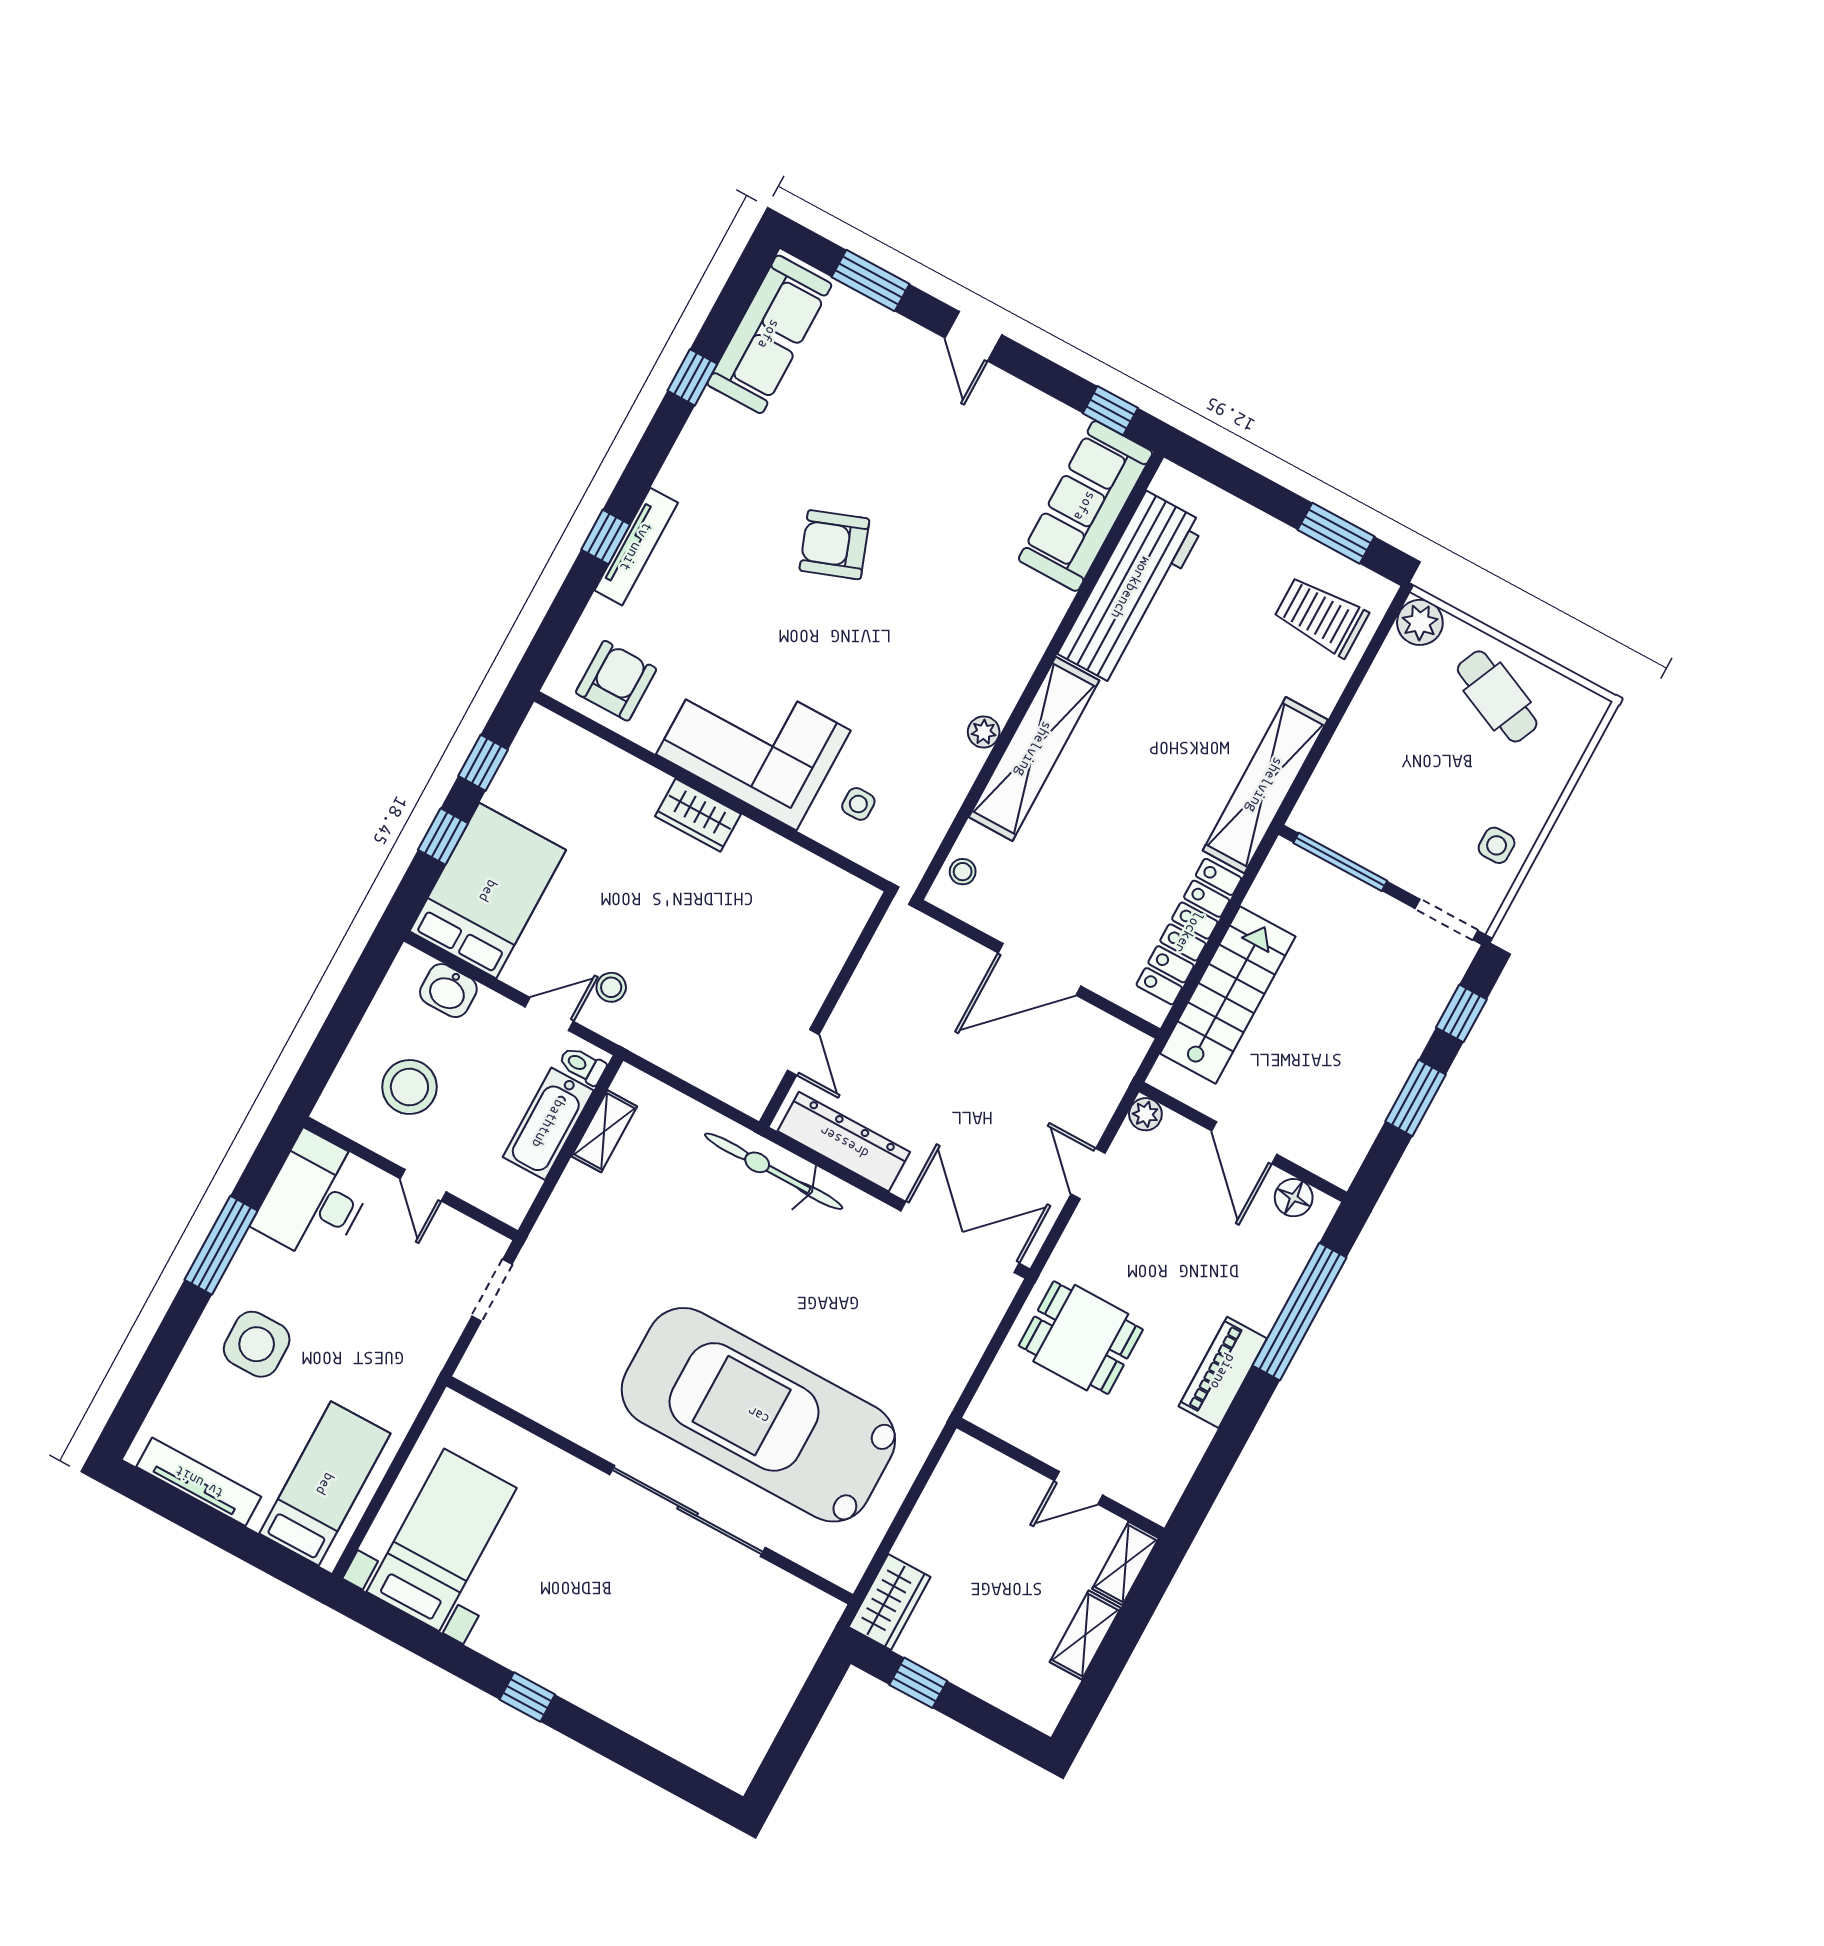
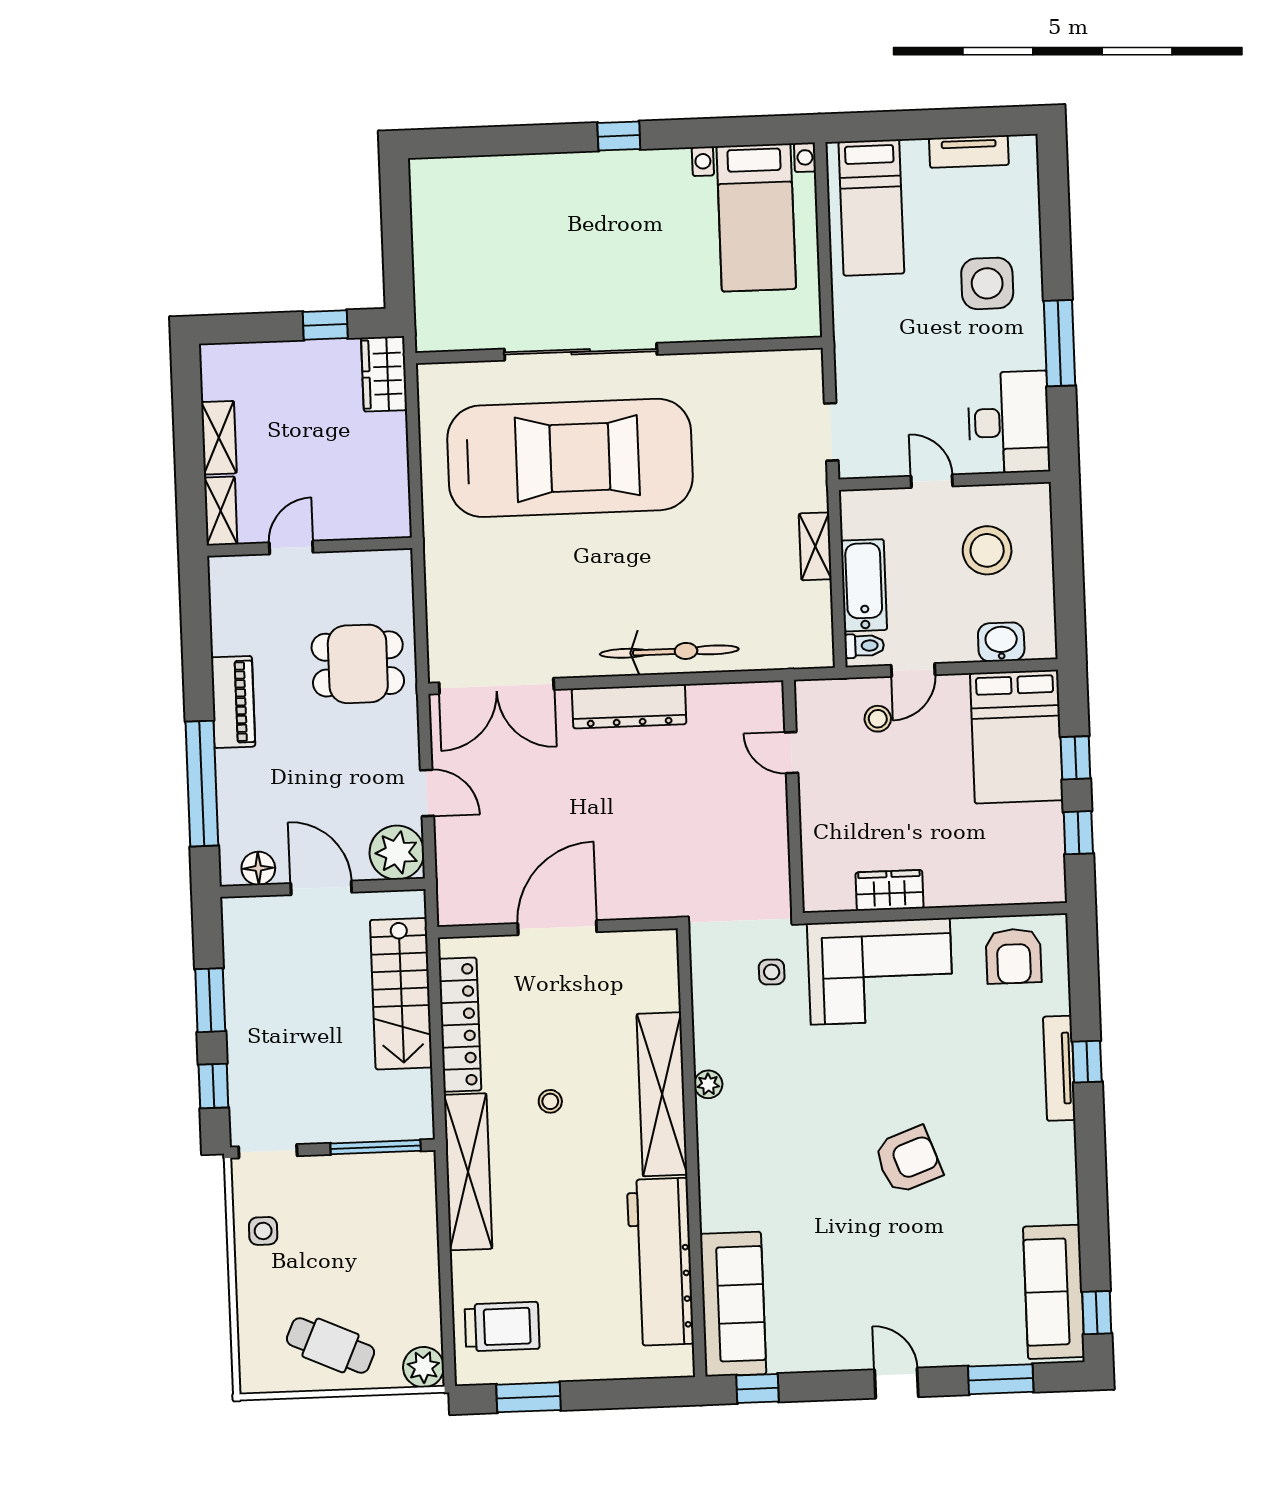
window: (692, 377) -> (1097, 1313), moved
stool: (963, 872) -> (550, 1101), moved
wall: (827, 1009) -> (793, 797), moved
door: (803, 1052) -> (791, 753), moved
plant: (1145, 1114) -> (397, 853), width x1.88, depth x1.88
shelving: (604, 1131) -> (815, 546), moved
tv unit: (199, 1482) -> (969, 152), width x0.71

